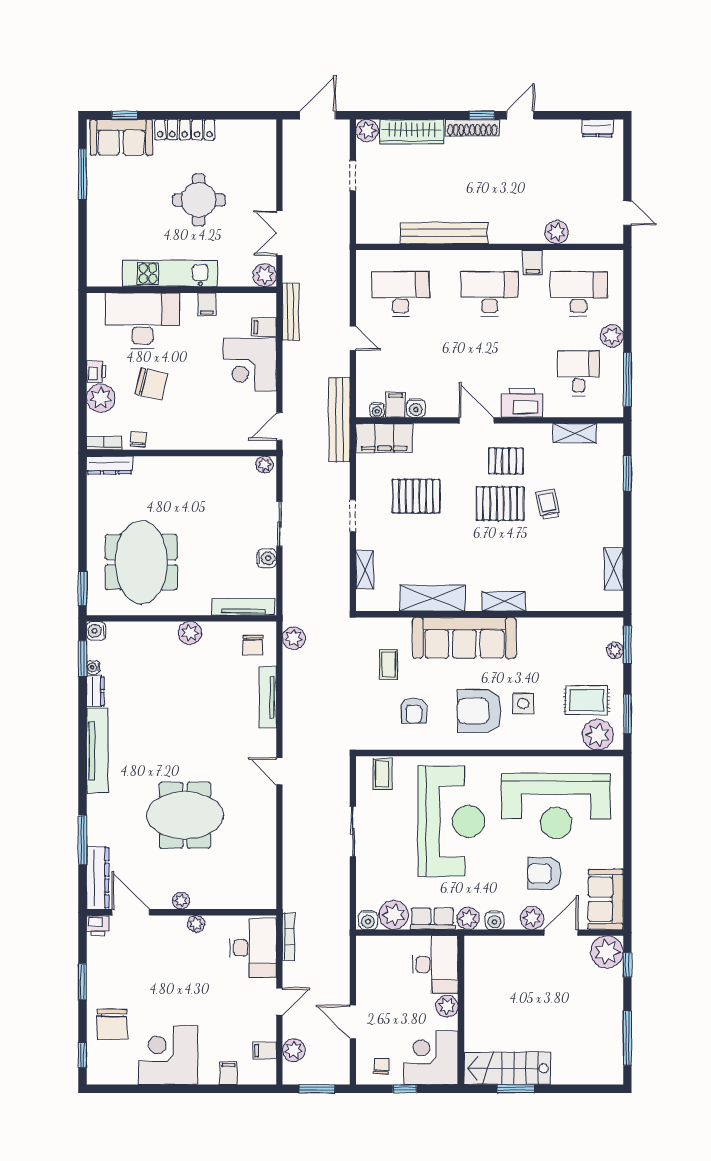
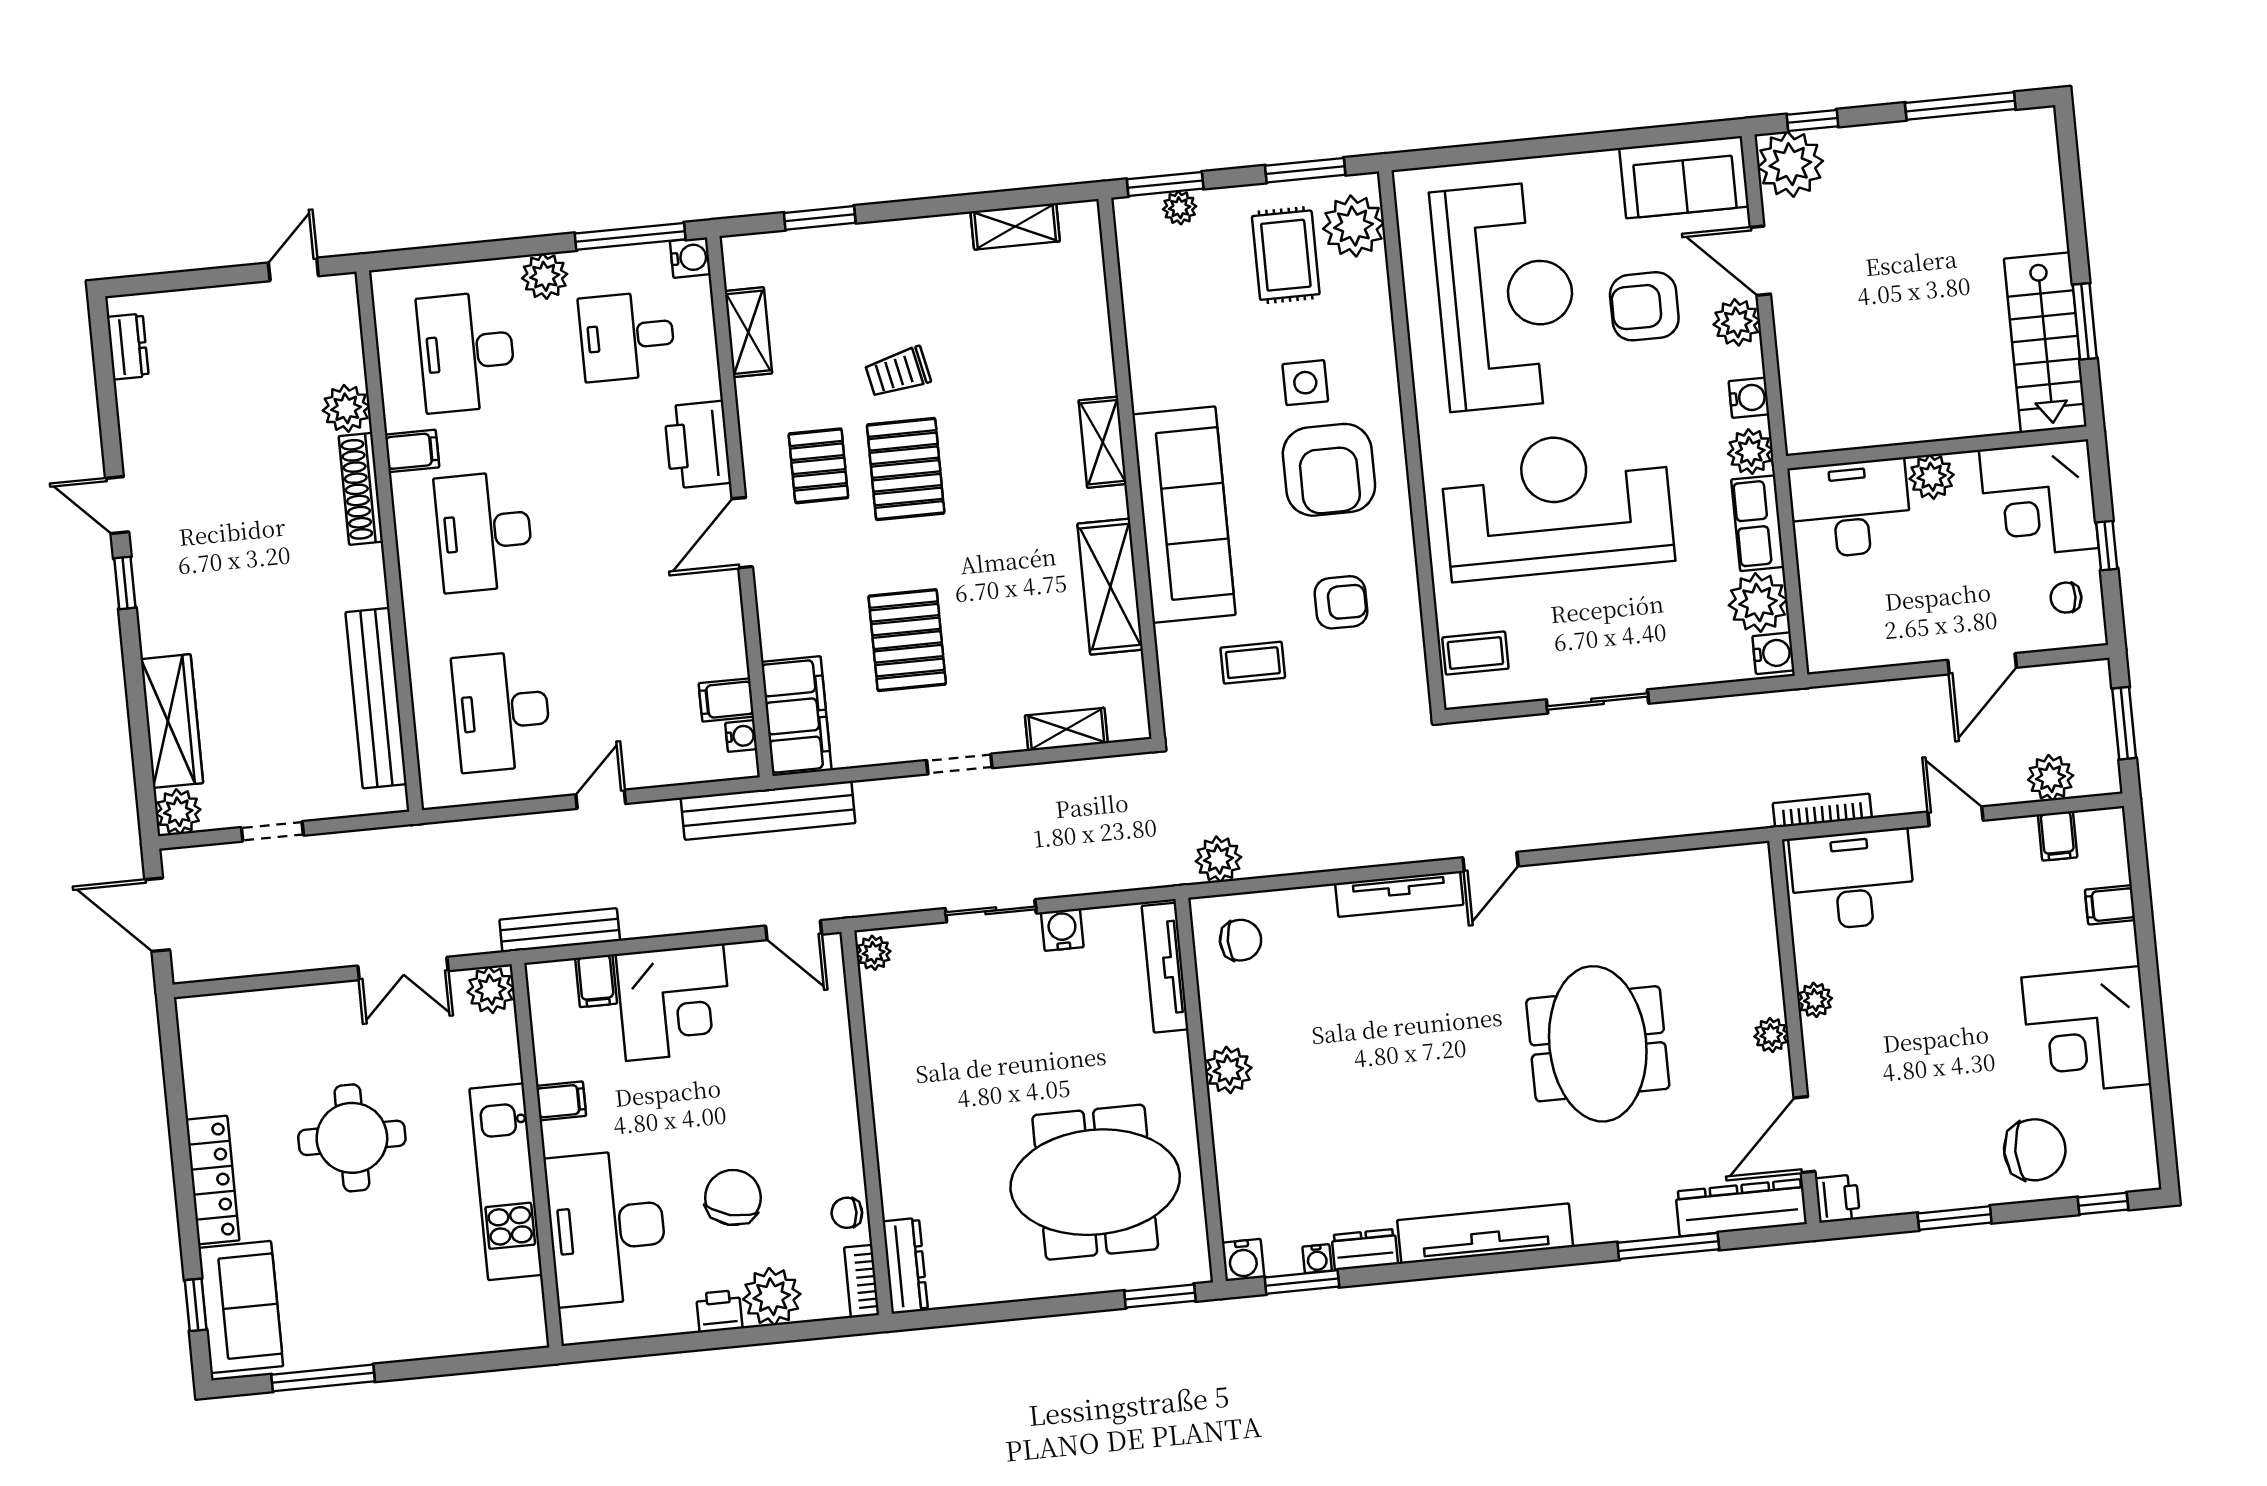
shoe rack: (472, 128) -> (361, 489), moved, turned 180
bench: (444, 233) -> (376, 698), moved
water cooler: (416, 408) -> (690, 258), moved
tv unit: (268, 697) -> (1399, 894), moved
armchair: (544, 874) -> (1644, 306), turned 90

